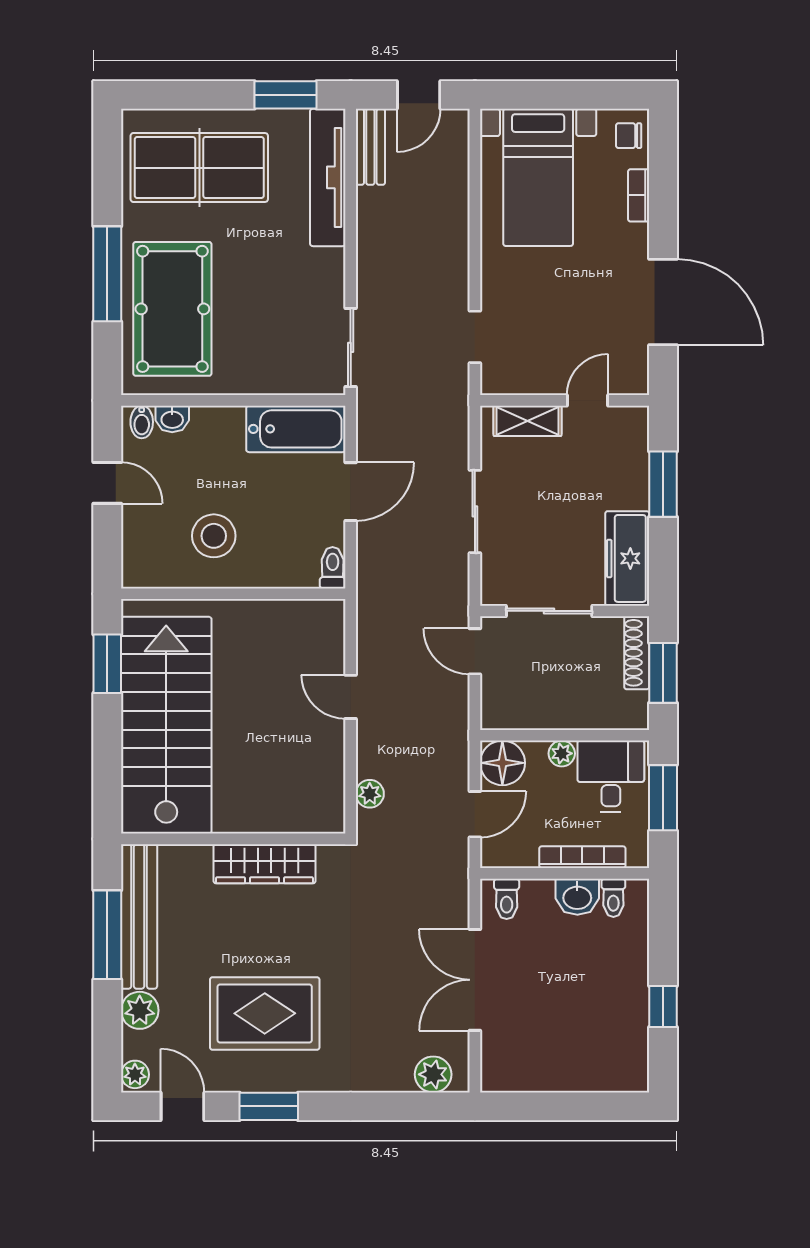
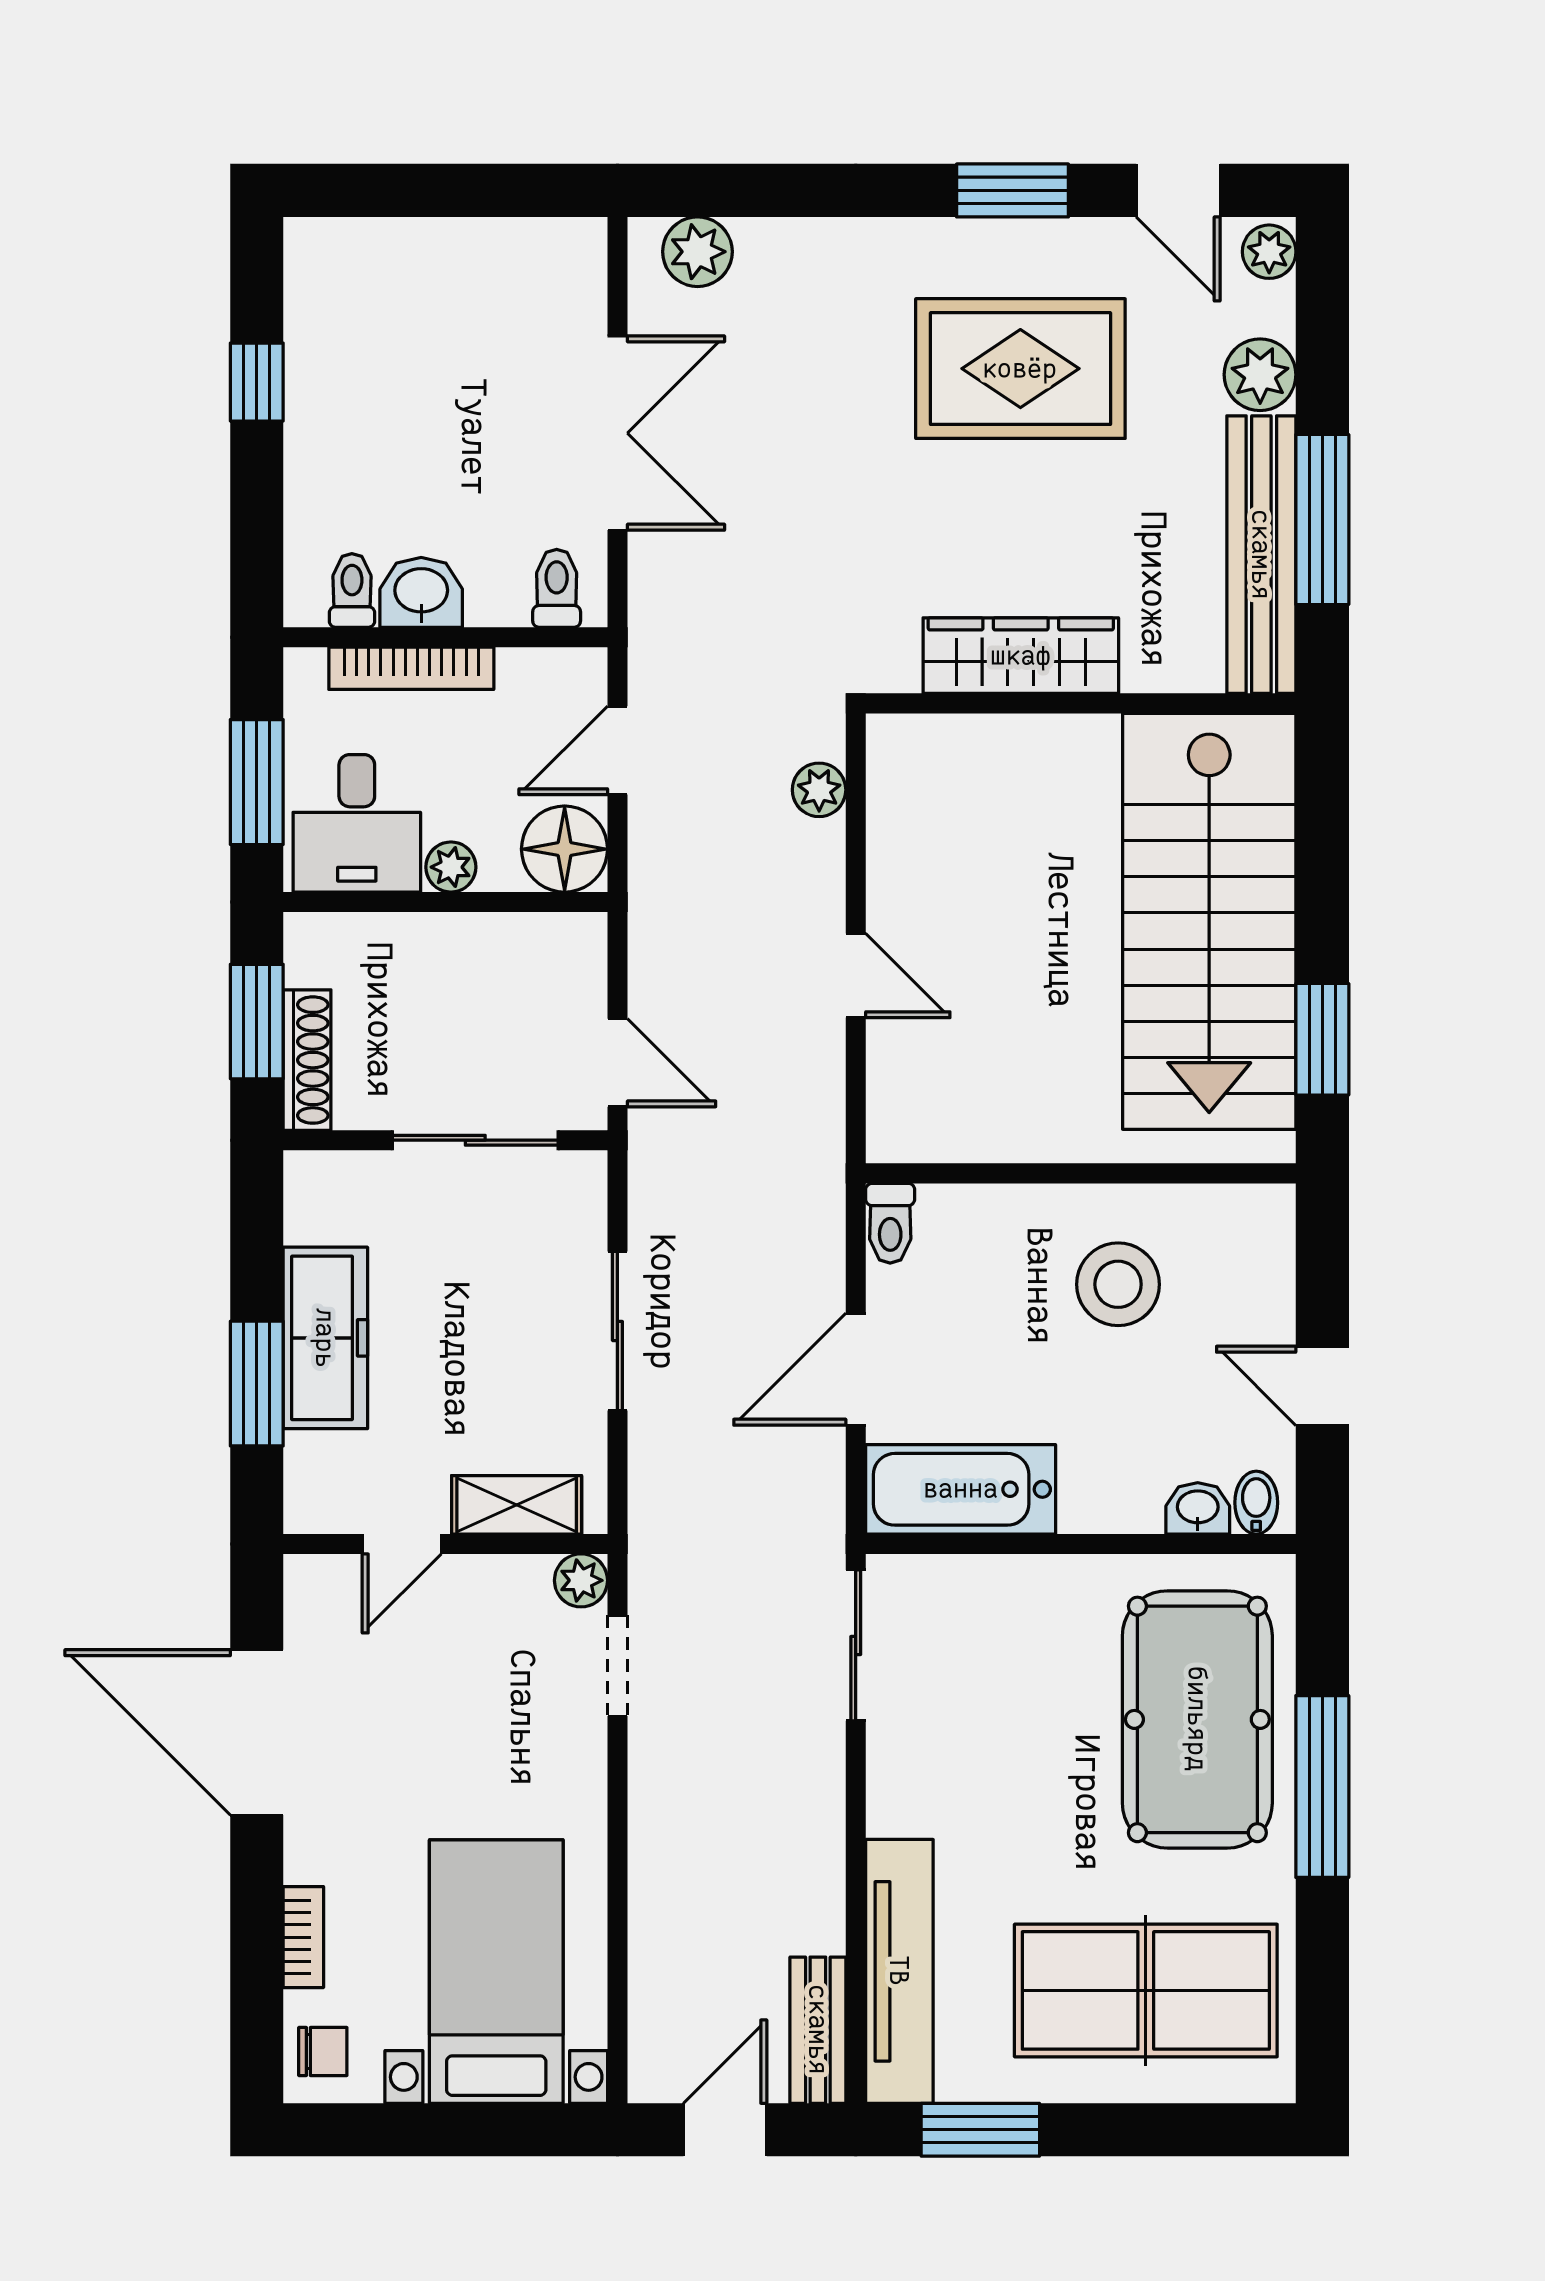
plant: (494, 381) -> (581, 1580), added
freezer: (627, 558) -> (325, 1338), moved

